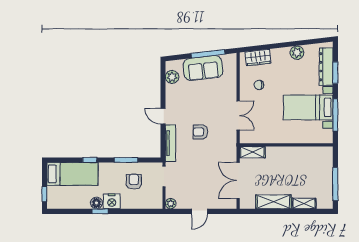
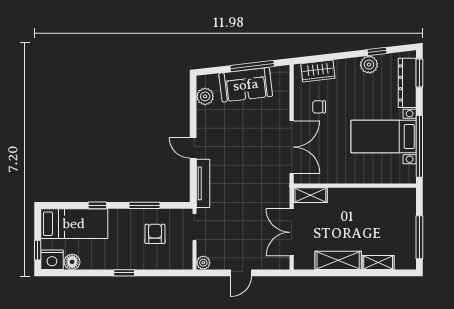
window: (303, 43) -> (377, 51), added
window: (335, 73) -> (419, 73), moved
double door: (238, 115) -> (292, 147), width x1.37
window: (335, 115) -> (419, 146), width x1.46
armchair: (200, 132) -> (242, 169), removed
nightstand: (112, 201) -> (52, 260), moved
floor lamp: (96, 203) -> (72, 262), moved
window: (100, 211) -> (124, 273), moved

